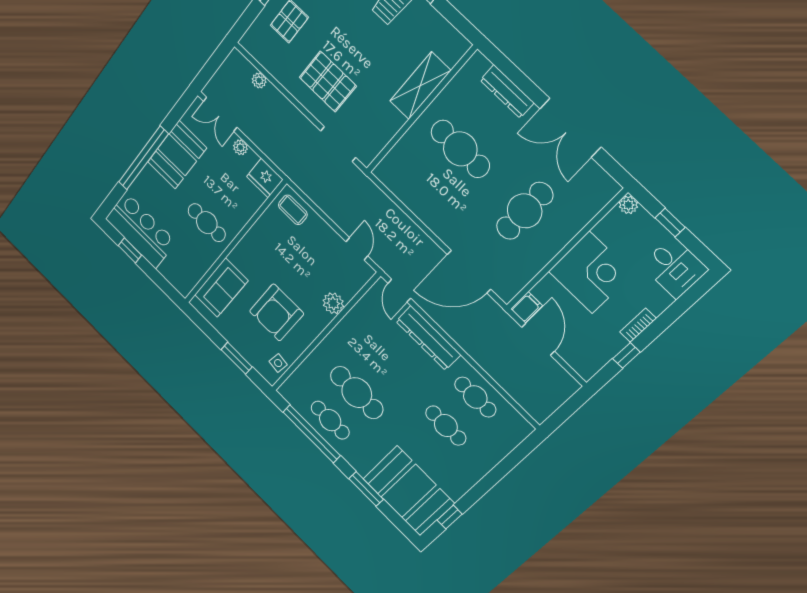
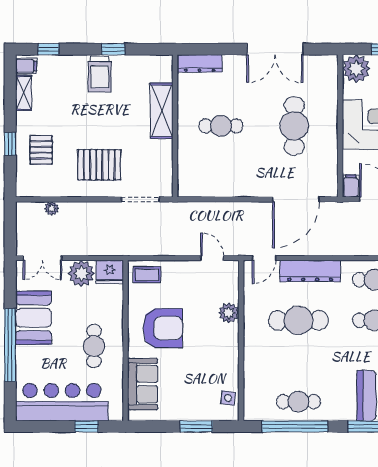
dresser: (507, 91) -> (200, 63), moved
plant: (240, 147) -> (81, 273), width x1.88, depth x1.88
cafe table: (460, 149) -> (221, 126), width x0.73, depth x0.74
plant: (628, 205) -> (356, 69), width x1.87, depth x1.87
cafe table: (207, 223) -> (94, 346), turned 90
bar counter: (141, 230) -> (62, 402), width x1.36
window: (130, 250) -> (87, 426), moved
door: (399, 291) -> (264, 258), hinge flipped
armchair: (277, 312) -> (163, 328), moved, turned -90
cafe table: (357, 393) -> (298, 320), moved

